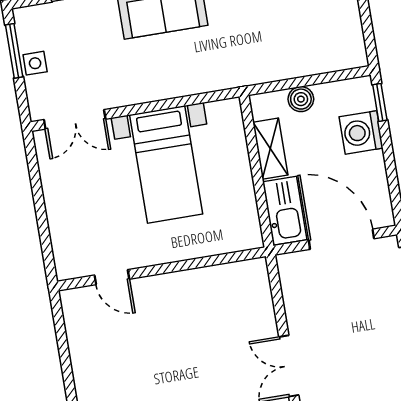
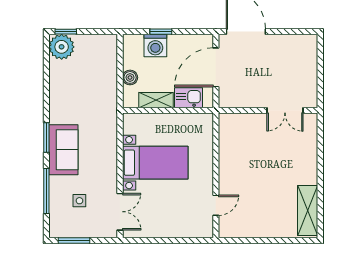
side table: (35, 63) -> (79, 201), moved
window: (380, 102) -> (161, 32), moved
kitchen sink: (285, 211) -> (188, 98), width x0.73

